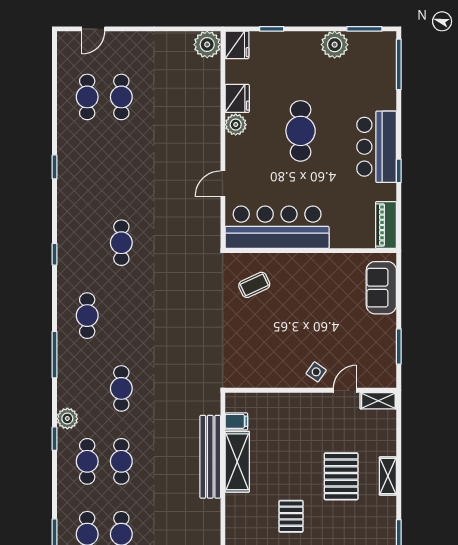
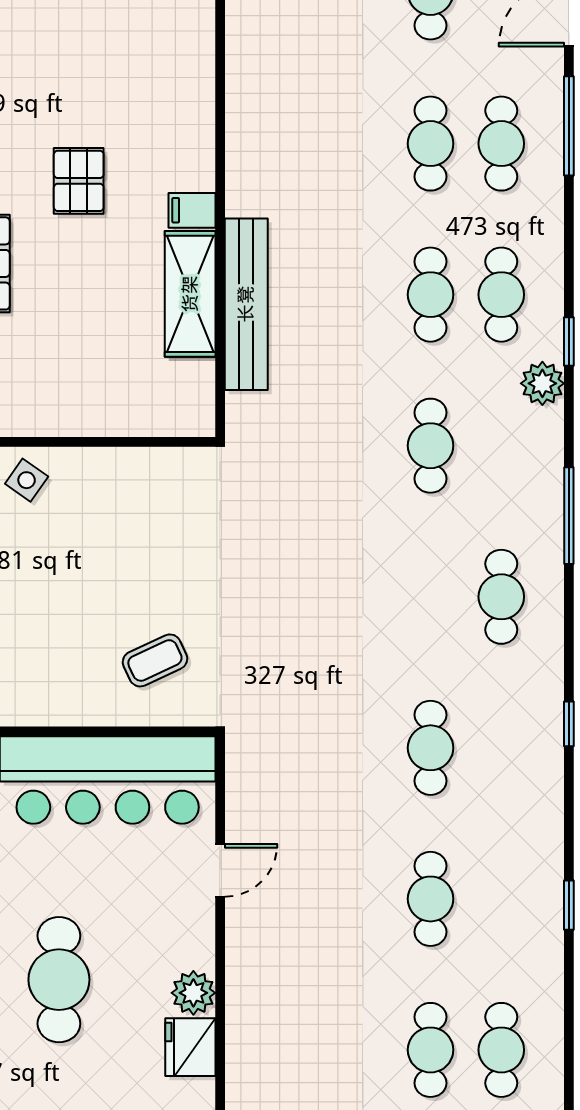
cafe table: (121, 170) -> (431, 899), added
filing cabinet: (236, 421) -> (192, 210), moved

